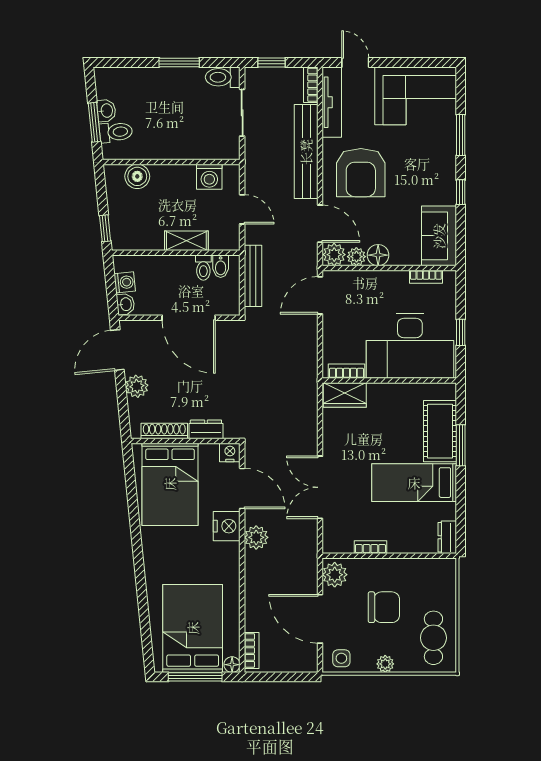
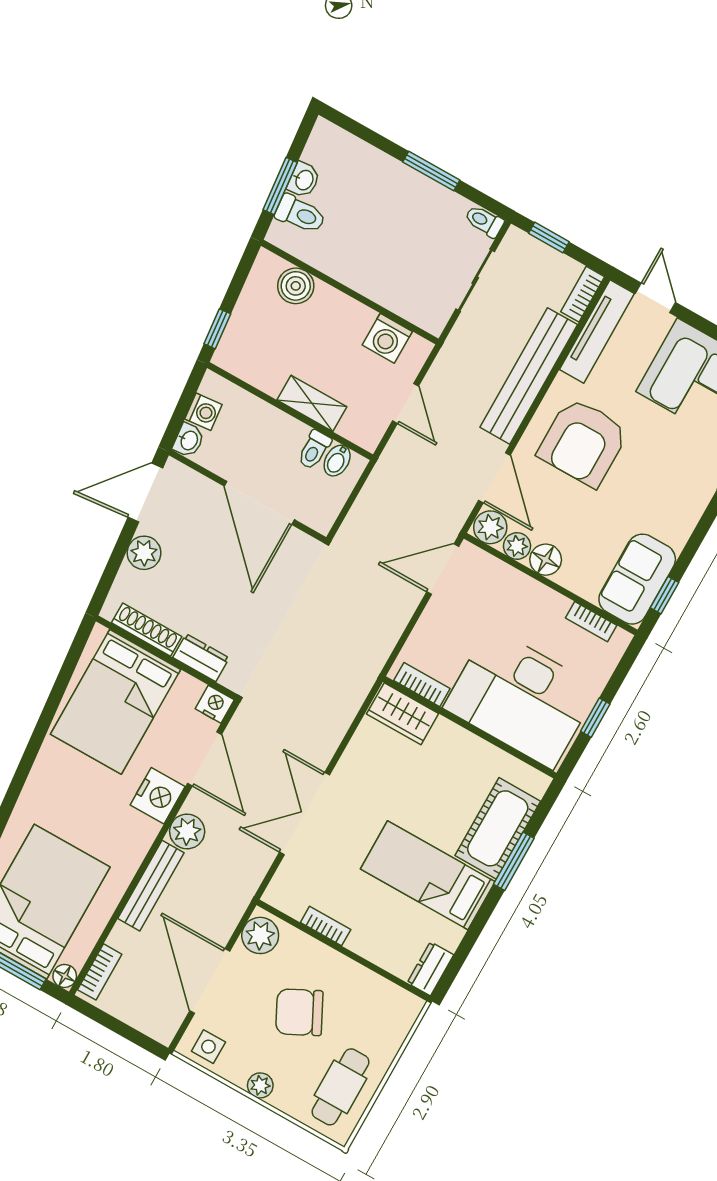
toilet: (223, 77) -> (484, 221), width x0.73, depth x0.72
window: (461, 192) -> (664, 595), moved
bench: (253, 276) -> (151, 886), moved
chair: (384, 607) -> (299, 1012), turned 153

